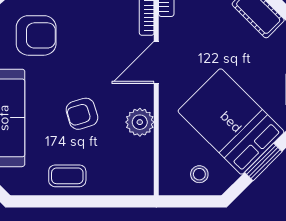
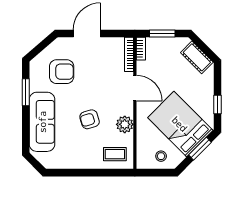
door: (156, 62) -> (135, 88), swing flipped
coffee table: (67, 176) -> (115, 154), moved

